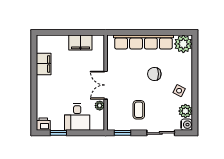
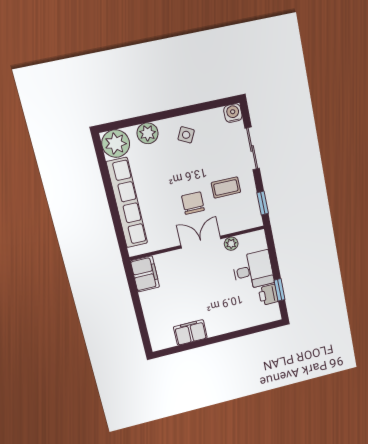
filing cabinet: (80, 43) -> (145, 274), moved
chair: (154, 74) -> (193, 203), moved, turned 180
double door: (106, 85) -> (201, 242), swing flipped
plant: (185, 111) -> (148, 133), moved
printer: (43, 124) -> (268, 295), moved

